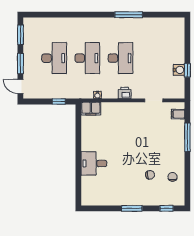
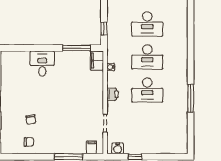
water cooler: (179, 70) -> (118, 148), moved
window: (78, 129) -> (76, 48), added

